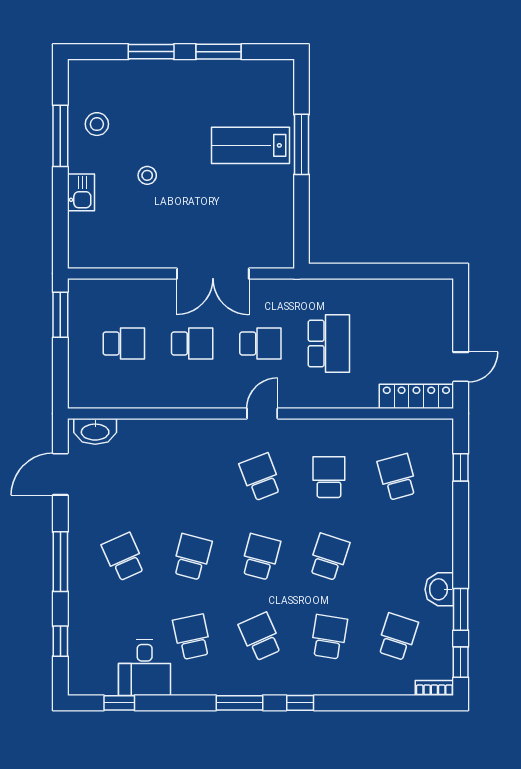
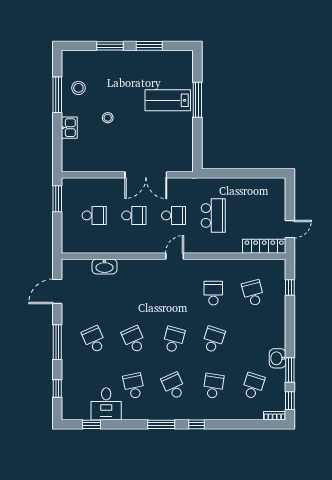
washbasin: (95, 431) -> (104, 266), moved
school desk: (260, 477) -> (174, 293), removed
school desk: (192, 557) -> (134, 340), turned -39

